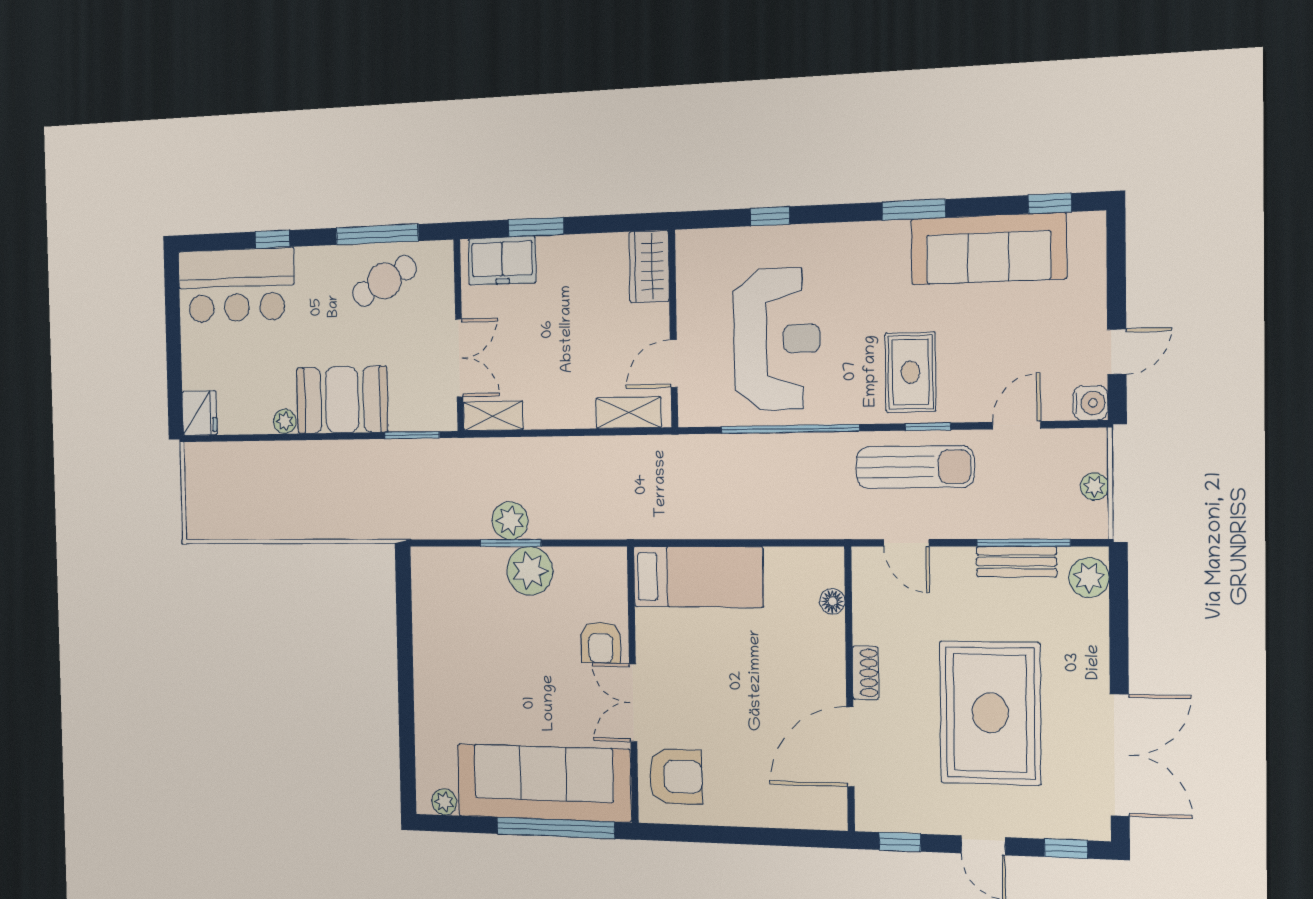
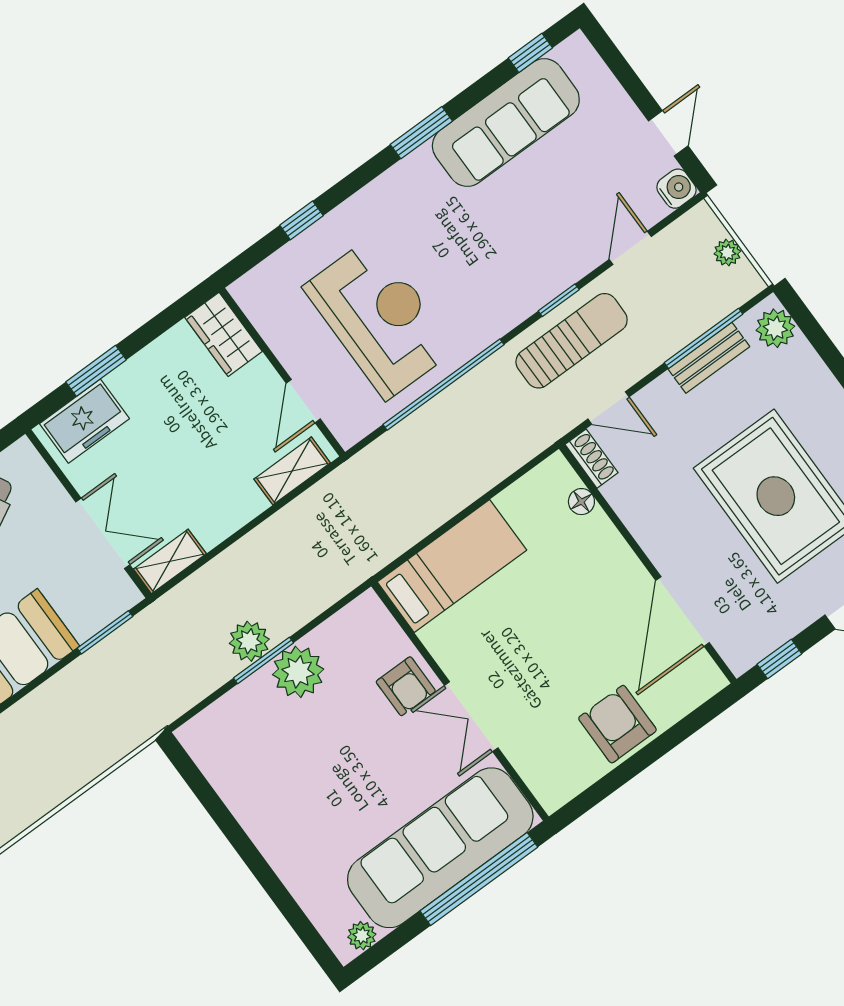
rug: (911, 372) -> (513, 266), removed
shoe rack: (866, 673) -> (592, 459), moved
armchair: (676, 777) -> (617, 724), moved, turned -90

